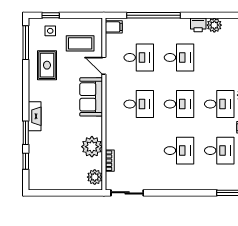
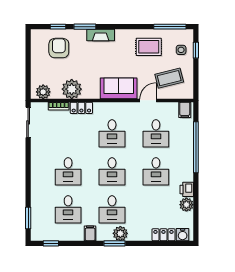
coffee table: (80, 43) -> (169, 78), turned 76
locker: (112, 137) -> (81, 108), added
armchair: (48, 160) -> (59, 48), added

